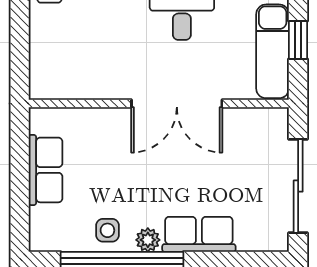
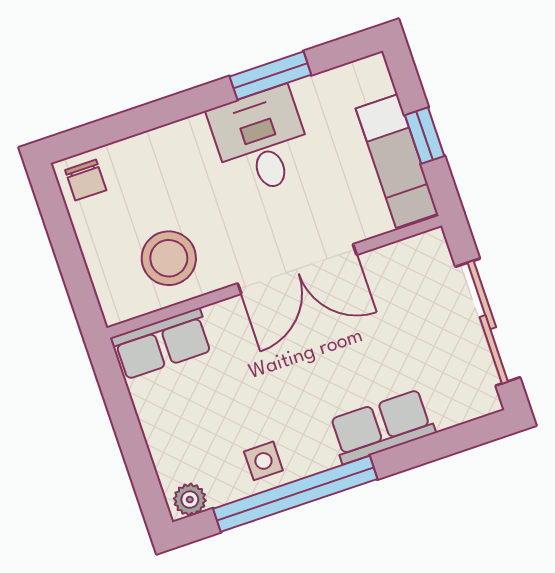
stool: (89, 65) -> (169, 258), added
row of seats: (46, 170) -> (162, 344), moved, turned 90
plant: (148, 240) -> (190, 500), moved

